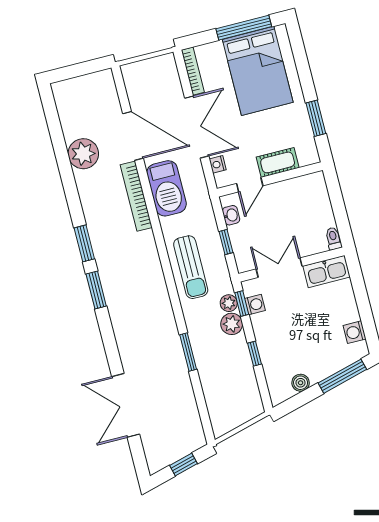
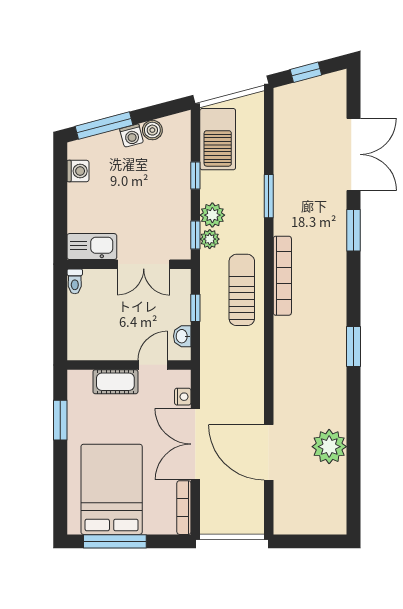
barbecue: (167, 188) -> (218, 139), moved, turned 180
bookcase: (136, 196) -> (282, 276), moved
window: (96, 290) -> (353, 230), moved
washing machine: (255, 305) -> (132, 136), moved, turned -105

